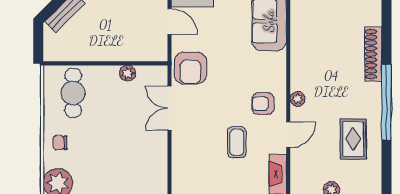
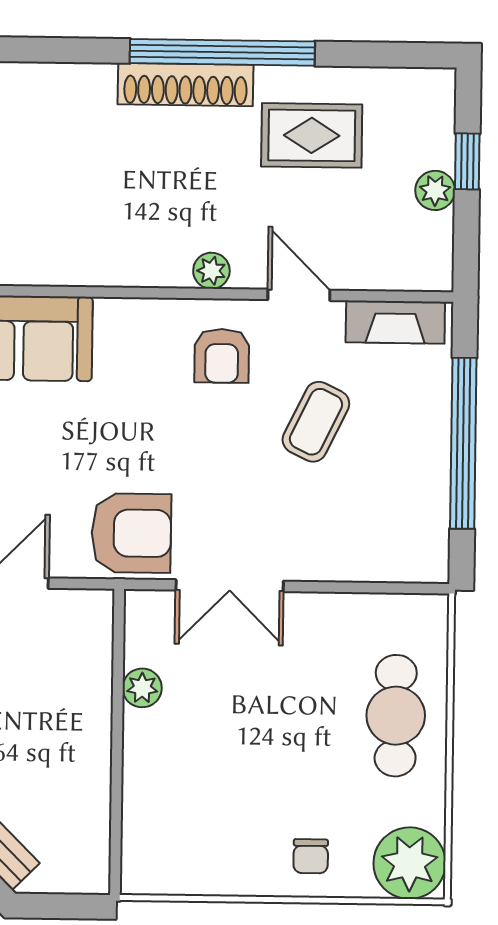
shoe rack: (373, 54) -> (186, 85), moved
cafe table: (73, 93) -> (396, 716), moved, turned 90
coffee table: (237, 142) -> (316, 422), turned -64

